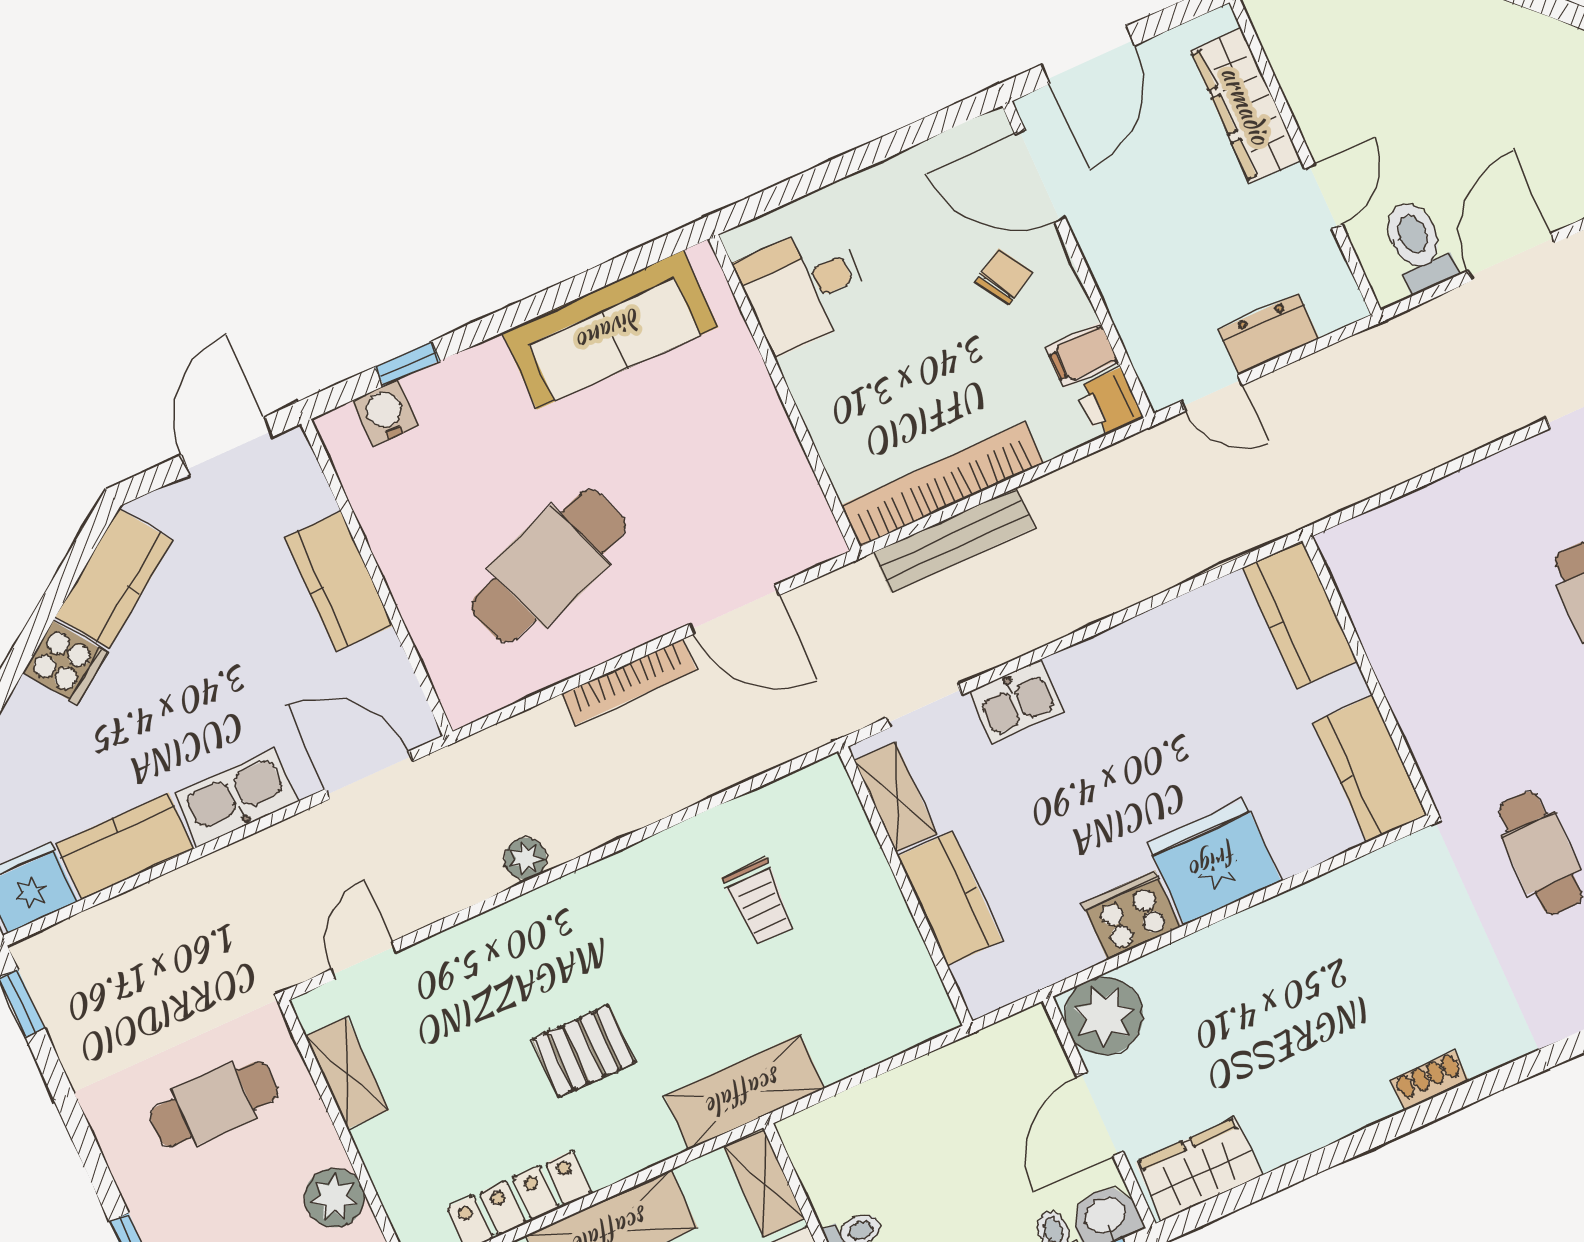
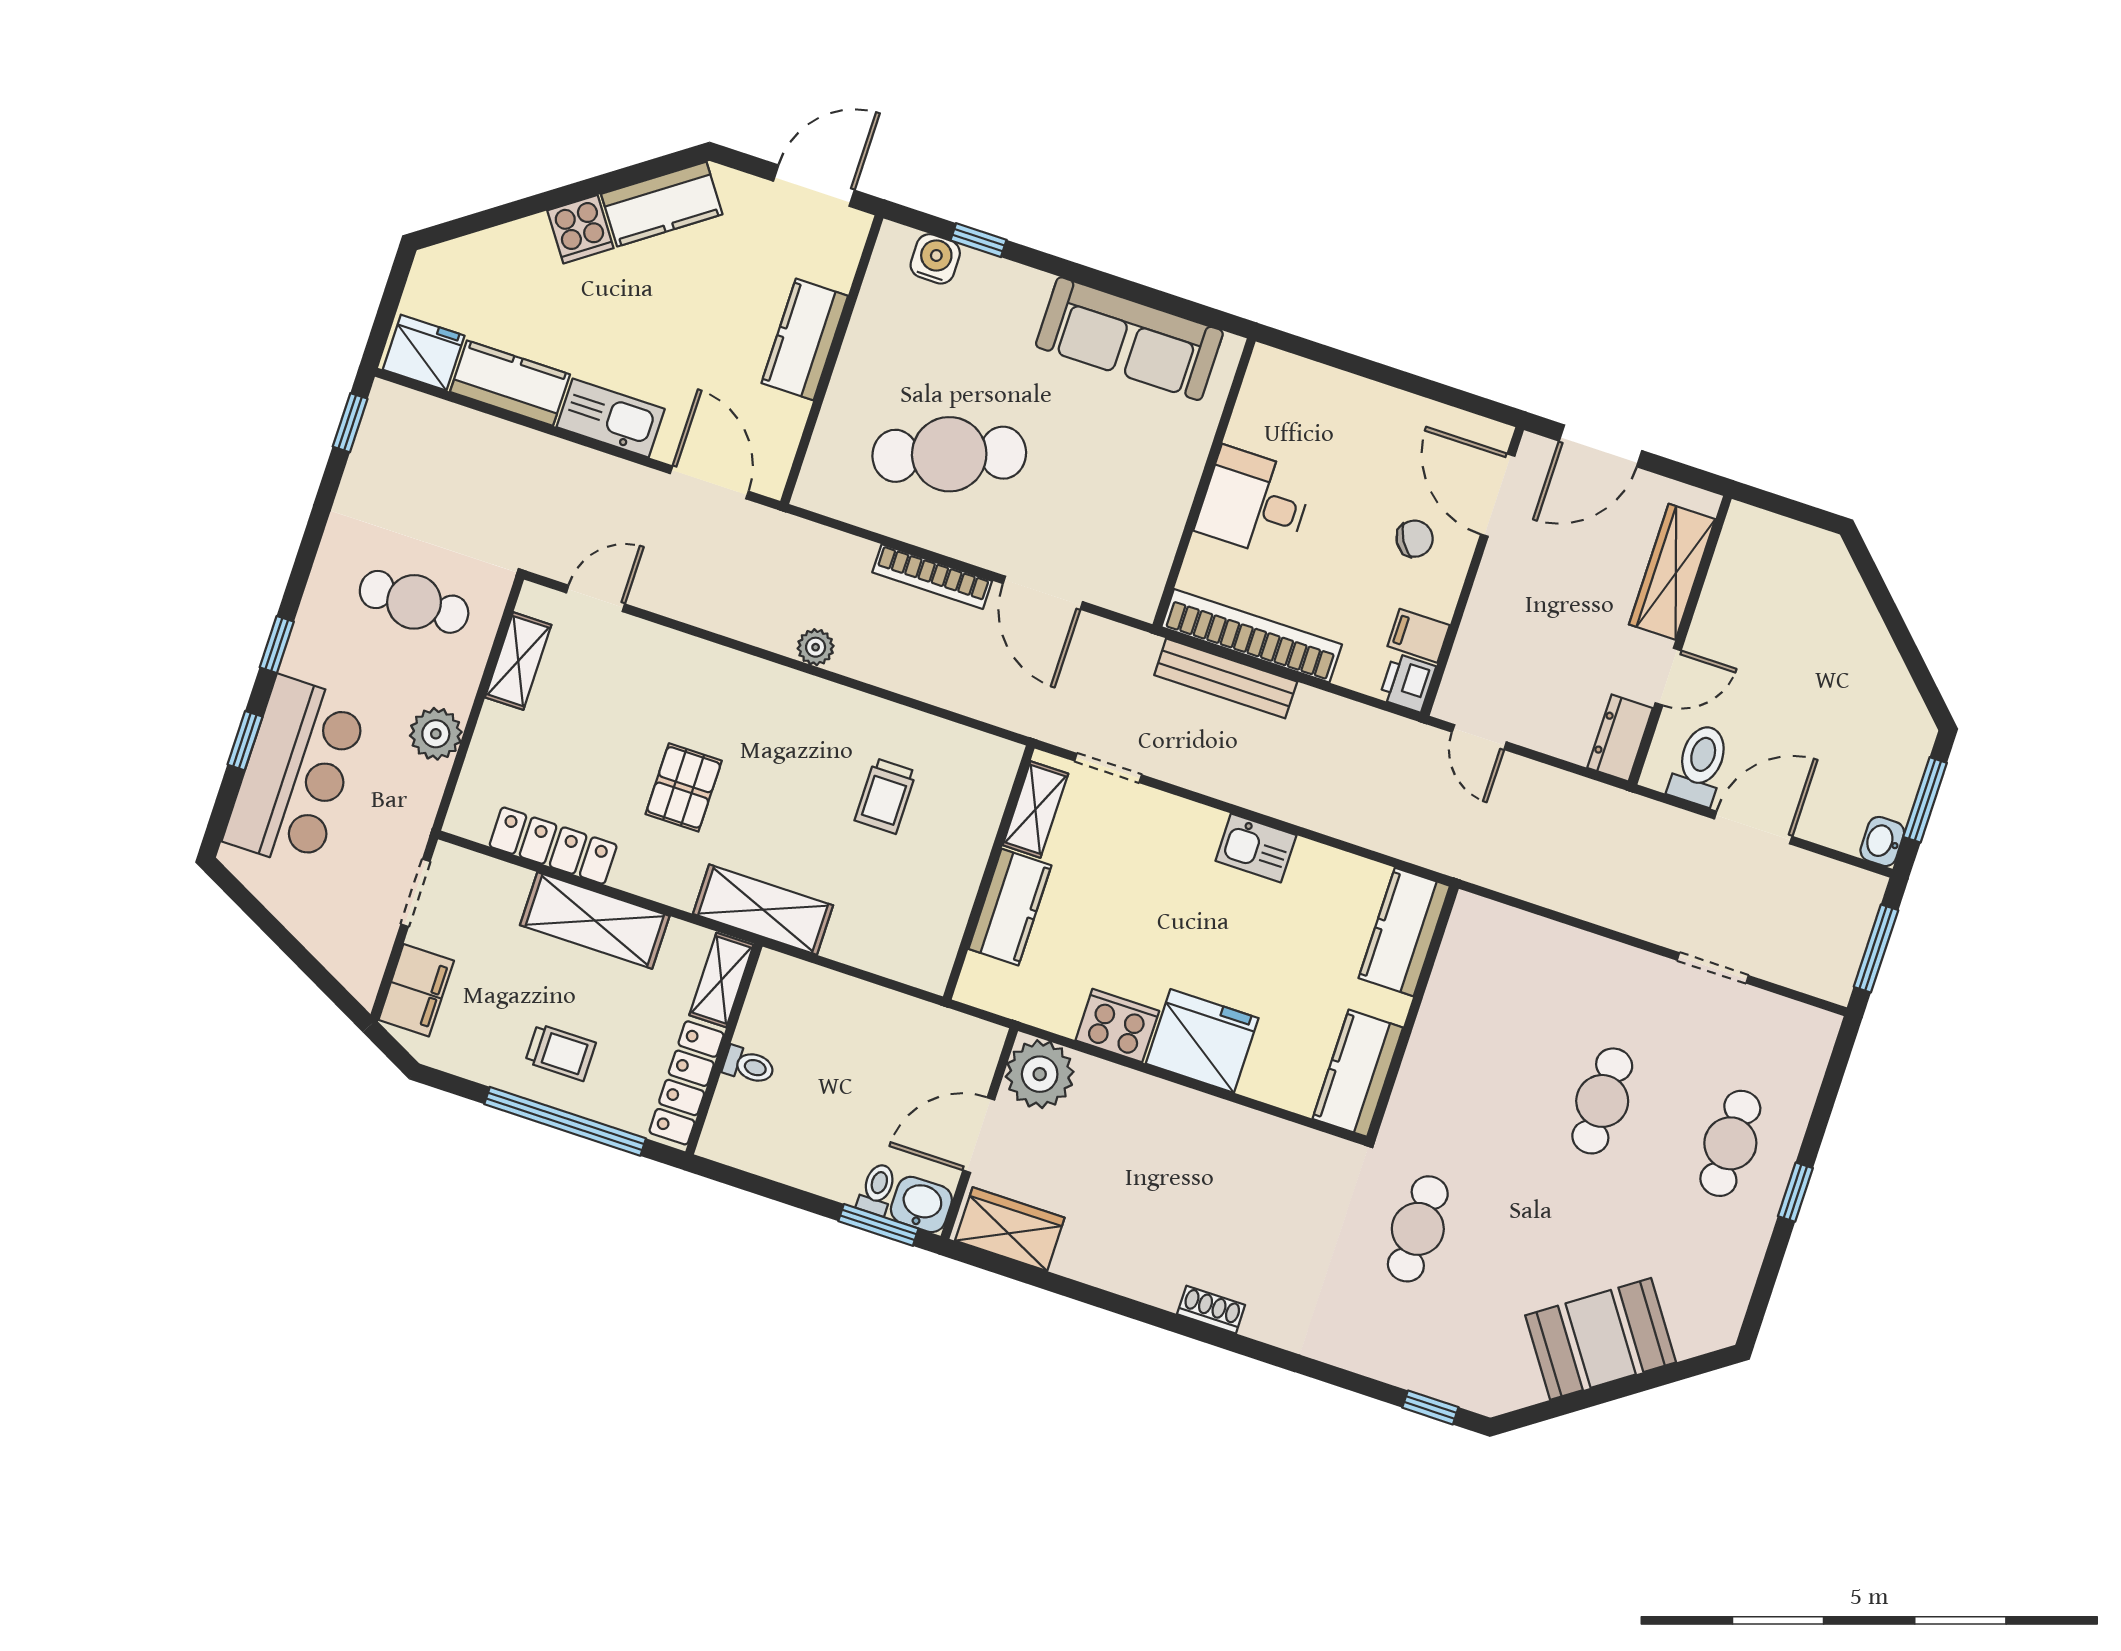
desk: (804, 288) -> (1254, 503), moved
dresser: (1269, 334) -> (1620, 738), moved, turned -90
kitchen sink: (1016, 702) -> (1256, 848), moved
plant: (526, 859) -> (816, 647), moved
pallet: (584, 1051) -> (684, 787), turned 90

